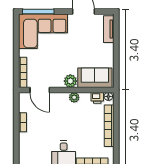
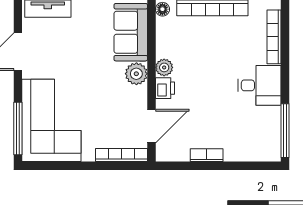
printer: (97, 98) -> (165, 88), moved

